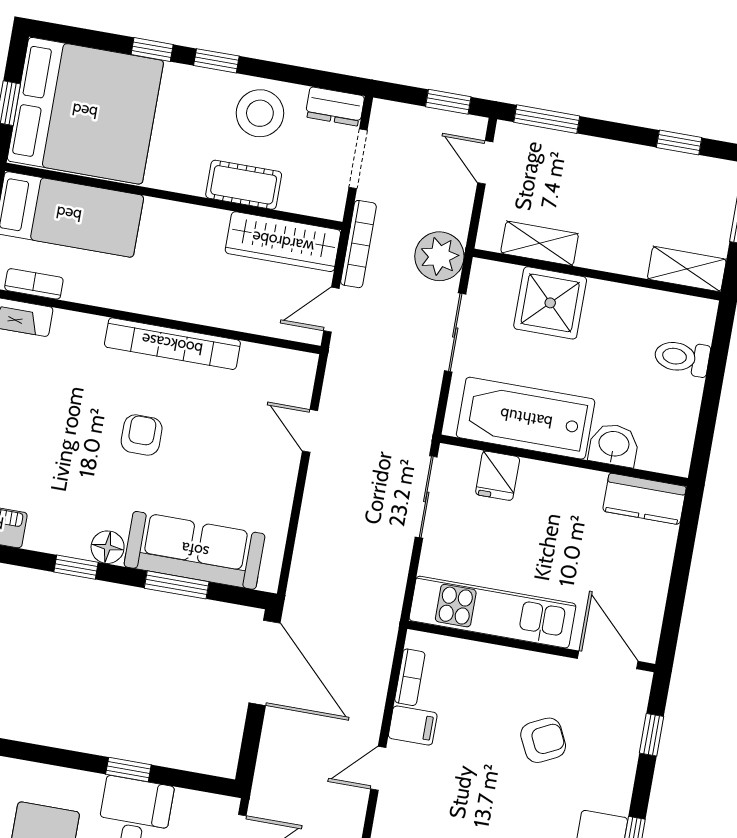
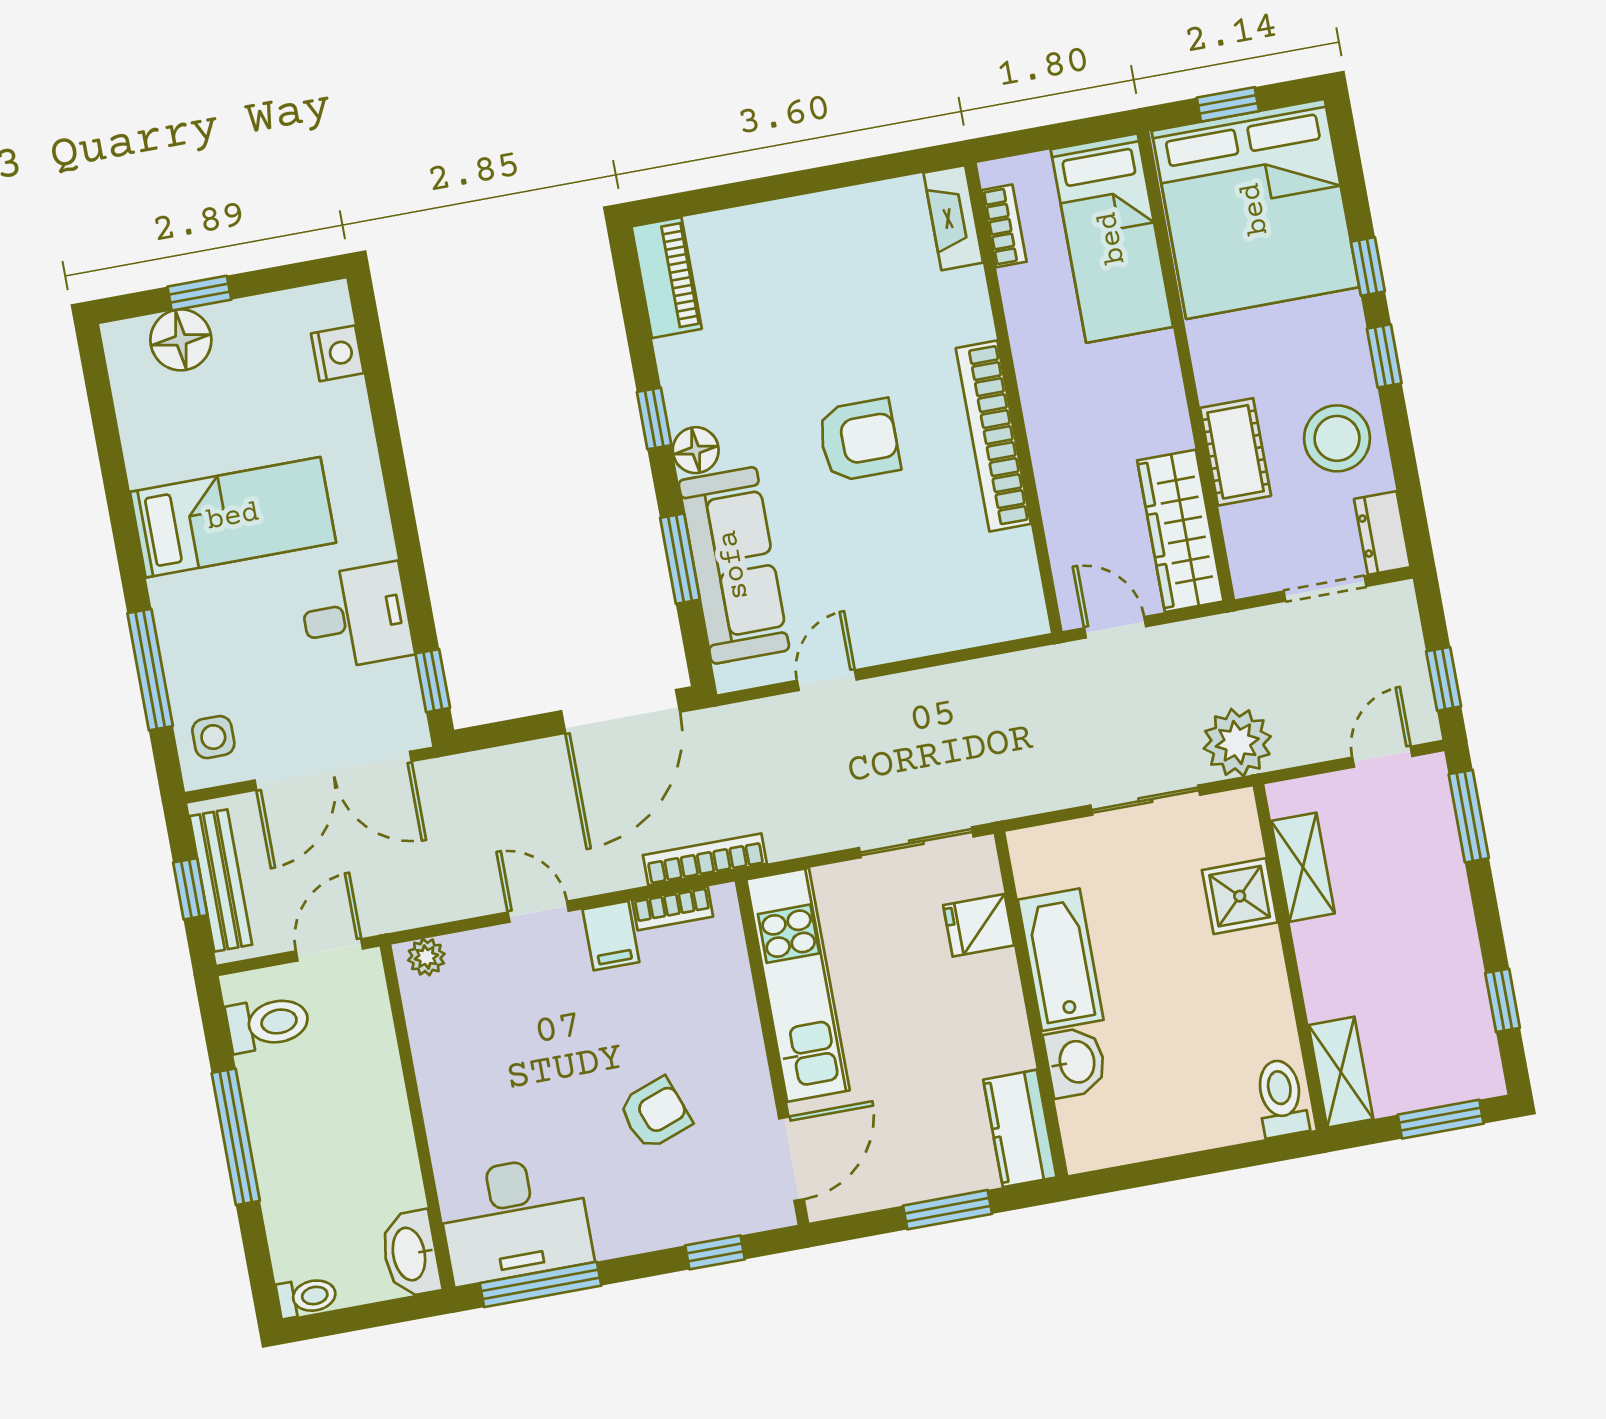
bookcase: (358, 244) -> (705, 859), moved, turned 180
shower: (550, 303) -> (1240, 896), width x0.73, depth x0.73
toilet: (682, 357) -> (1281, 1098), moved
bathtub: (526, 418) -> (1061, 960), width x0.73, depth x0.73
door: (310, 431) -> (827, 680), moved
armchair: (142, 435) -> (859, 440), width x1.38, depth x1.38
window: (681, 568) -> (948, 1210), added
armchair: (543, 740) -> (655, 1113), turned -84
window: (128, 770) -> (433, 681), moved

